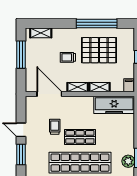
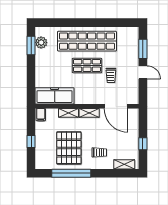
pallet: (99, 50) -> (69, 148), turned 90
window: (21, 55) -> (143, 144), width x0.46
trolley: (68, 57) -> (99, 152), moved

